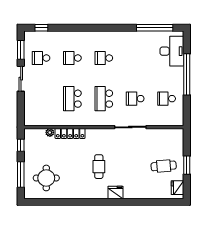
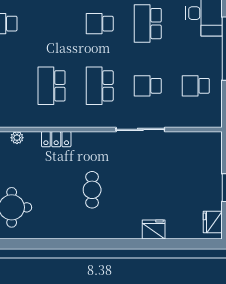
school desk: (72, 58) -> (148, 24), moved, width x1.85
locker: (70, 133) -> (56, 139), width x0.66
cafe table: (164, 166) -> (191, 189), removed
fridge: (116, 192) -> (154, 230), moved

